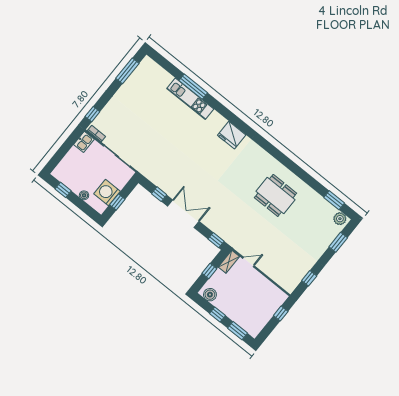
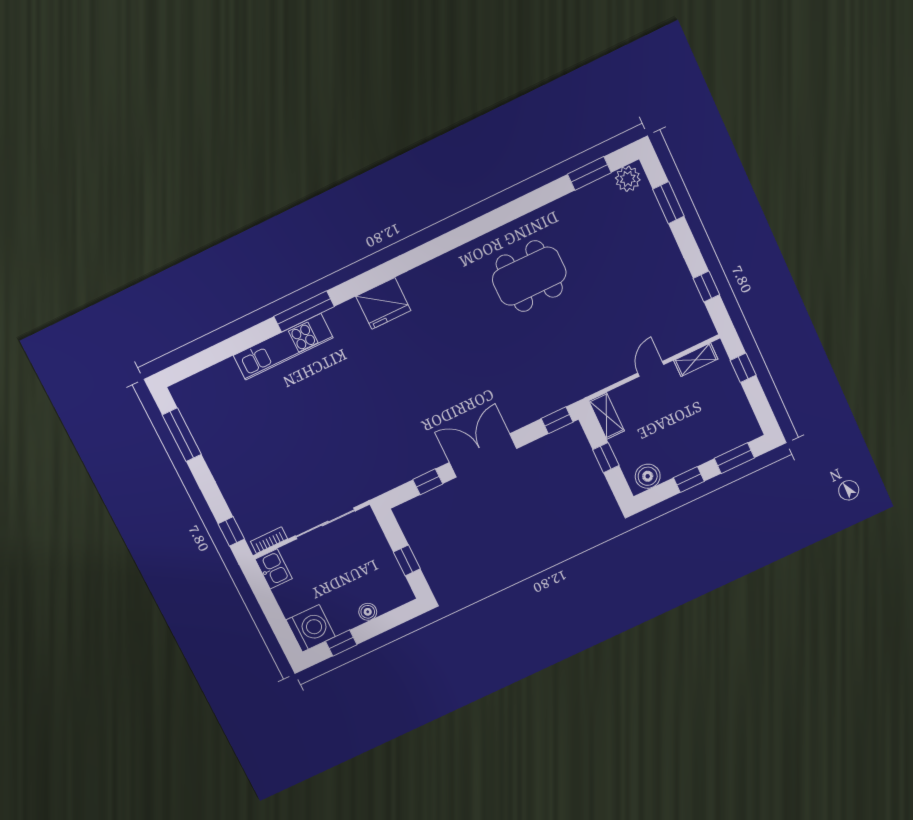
window: (193, 87) -> (304, 311), moved
washing machine: (107, 193) -> (311, 628), moved, turned 180
door: (248, 262) -> (651, 369), moved
shelving: (274, 290) -> (696, 360), added

